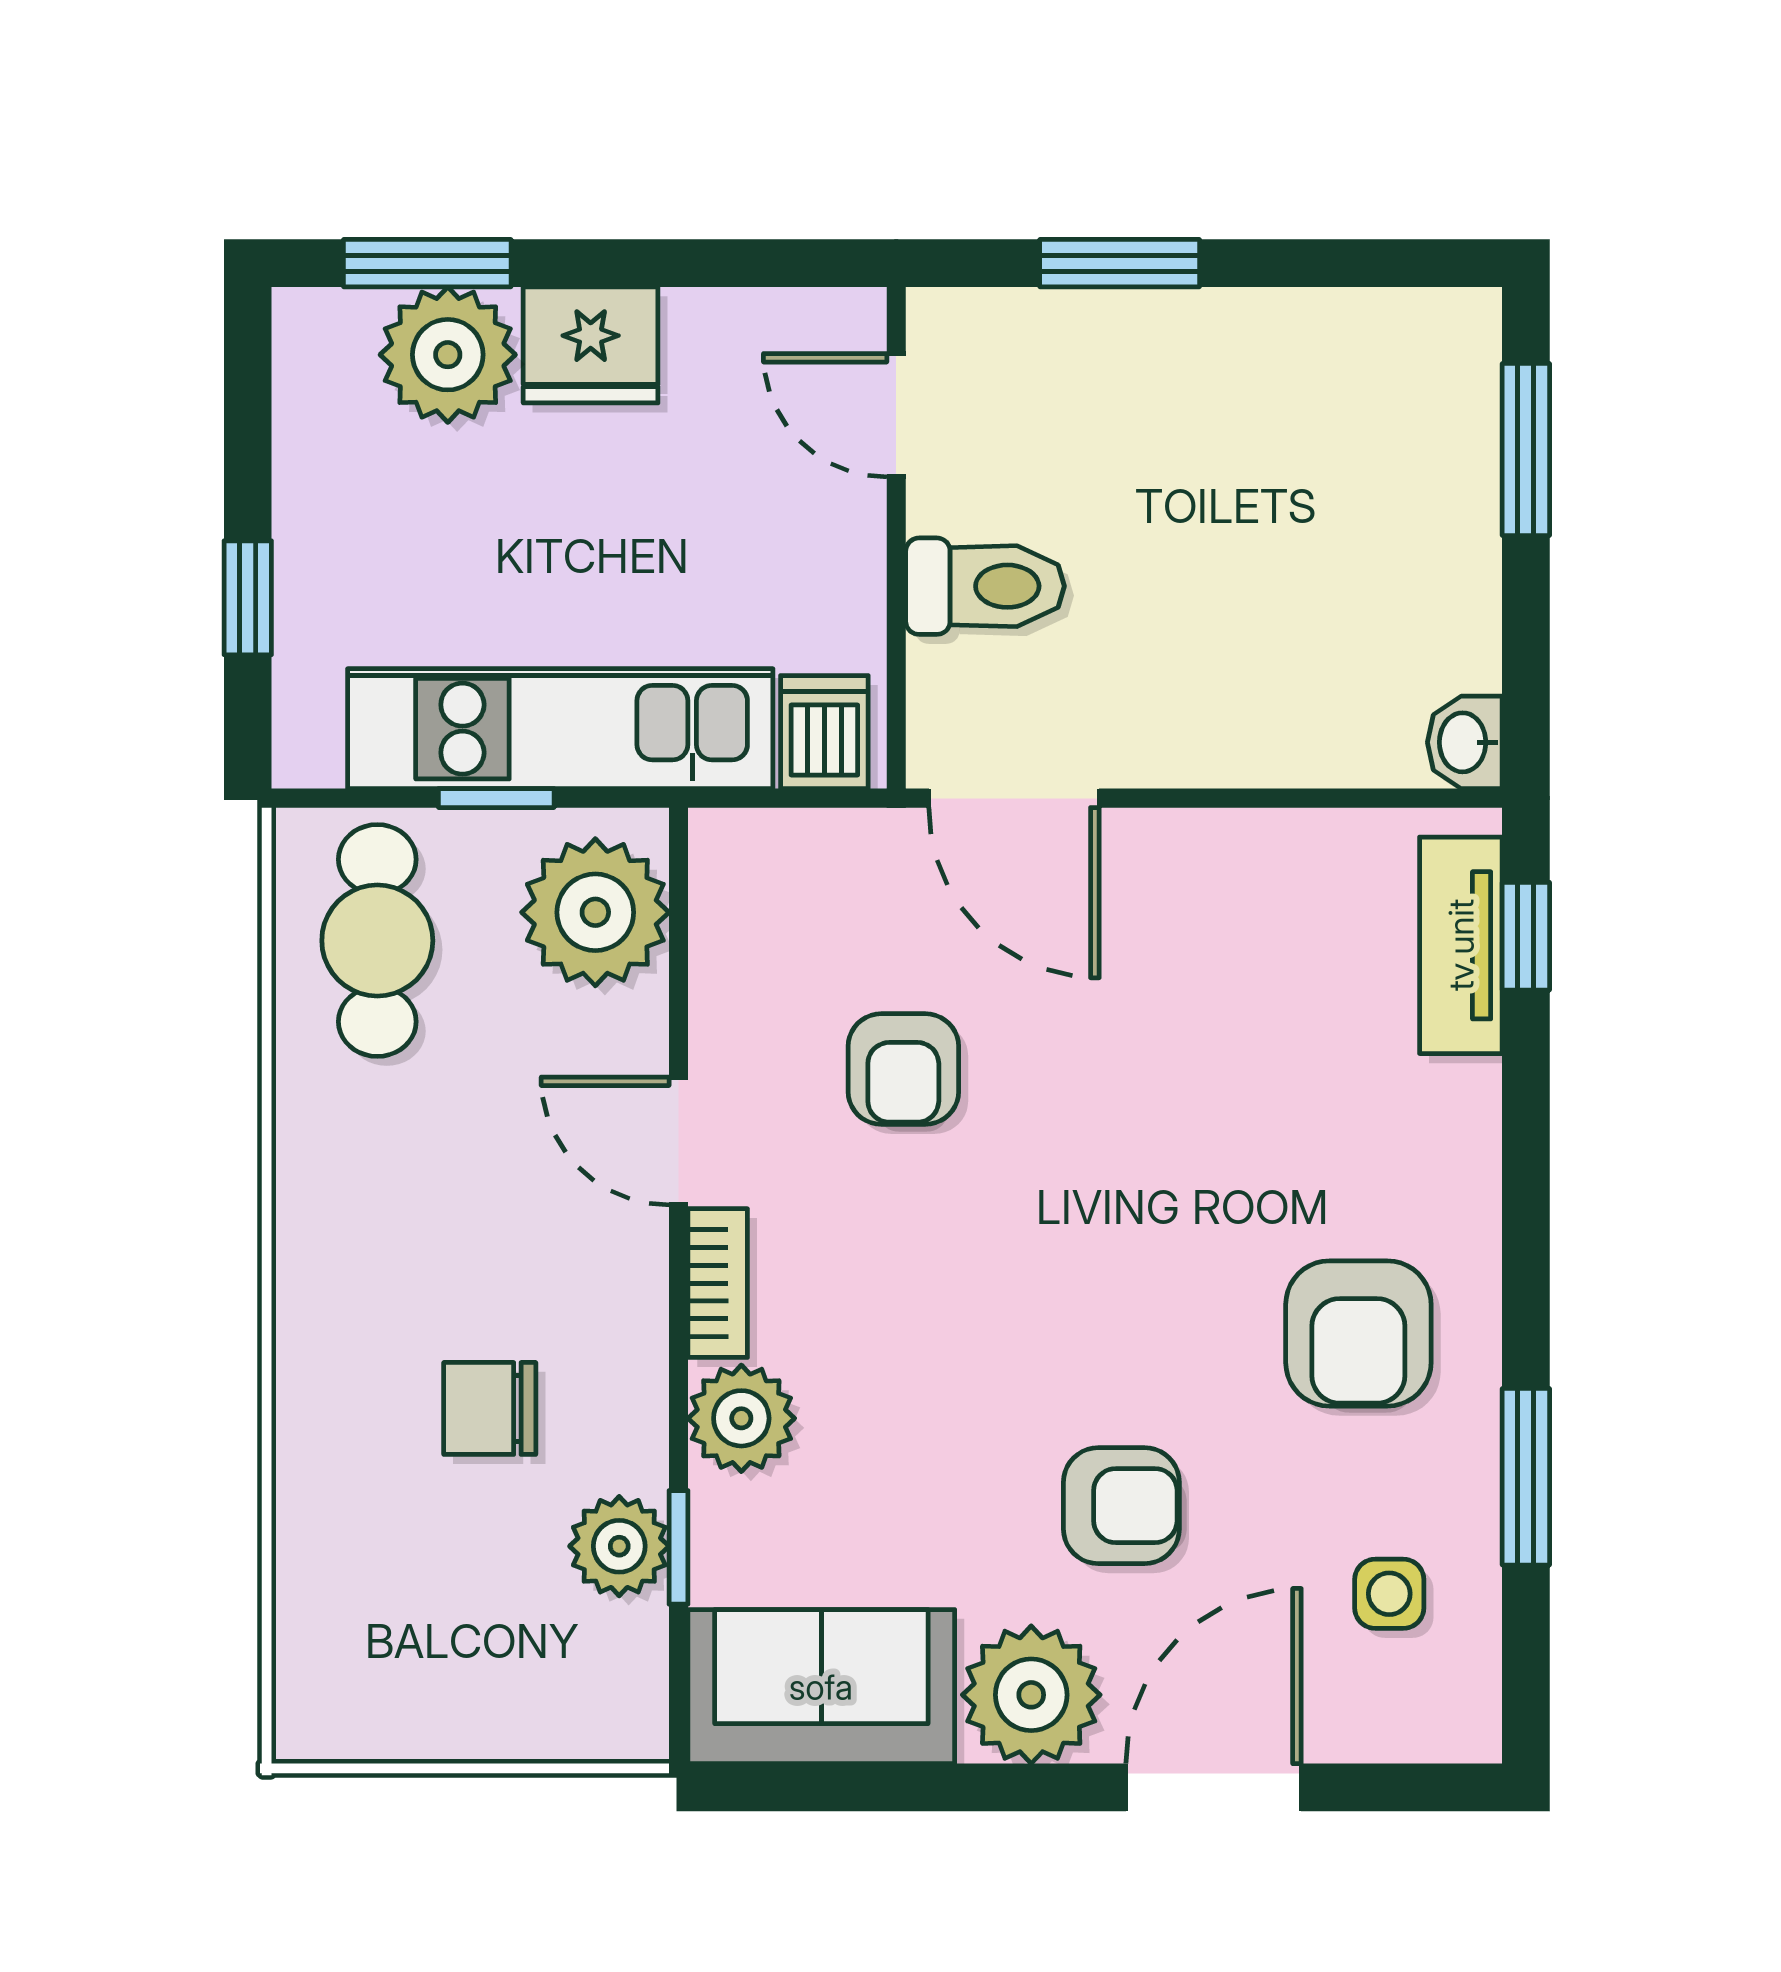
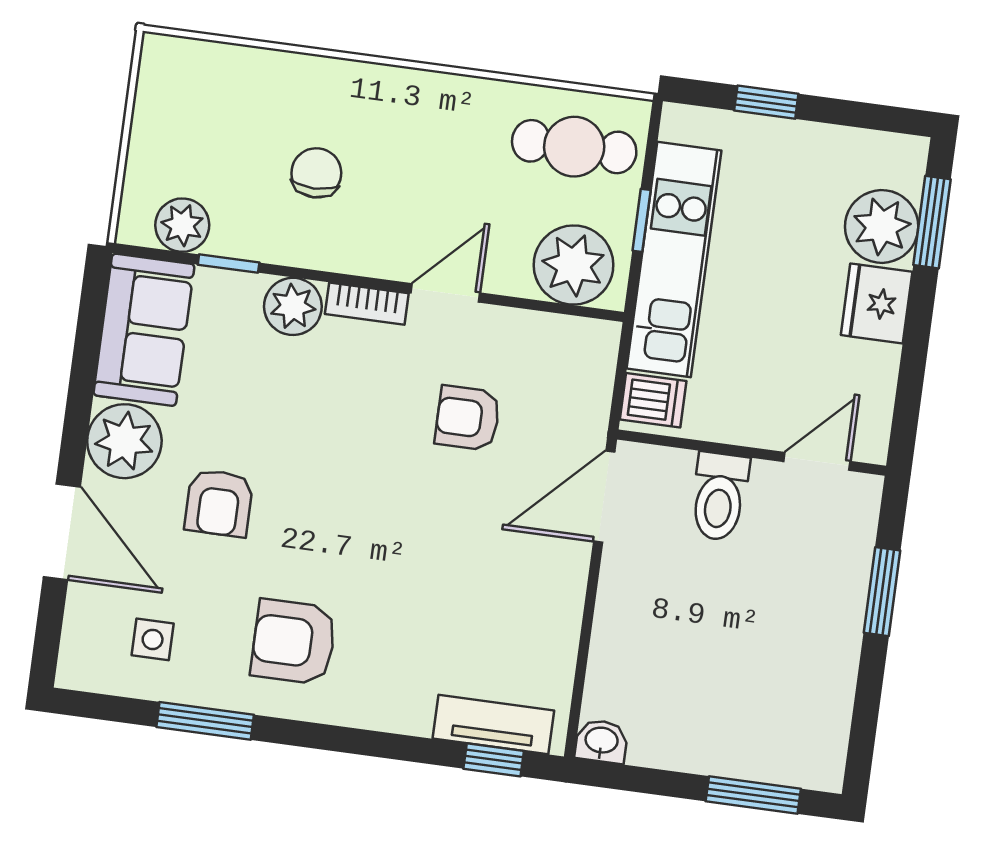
plant: (619, 1546) -> (182, 225), moved

